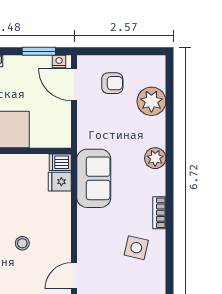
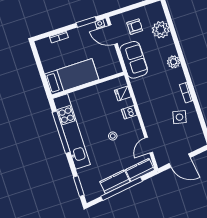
dishwasher: (60, 162) -> (129, 112), moved
sofa: (94, 178) -> (134, 60), moved

